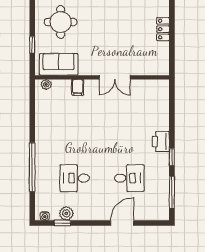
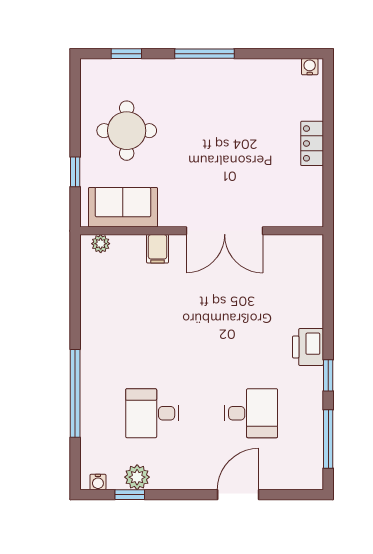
double door: (115, 77) -> (225, 231), width x1.37

